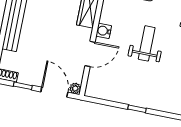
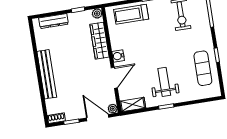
weight bench: (147, 43) -> (164, 82), moved
shelving: (100, 92) -> (133, 105), added

